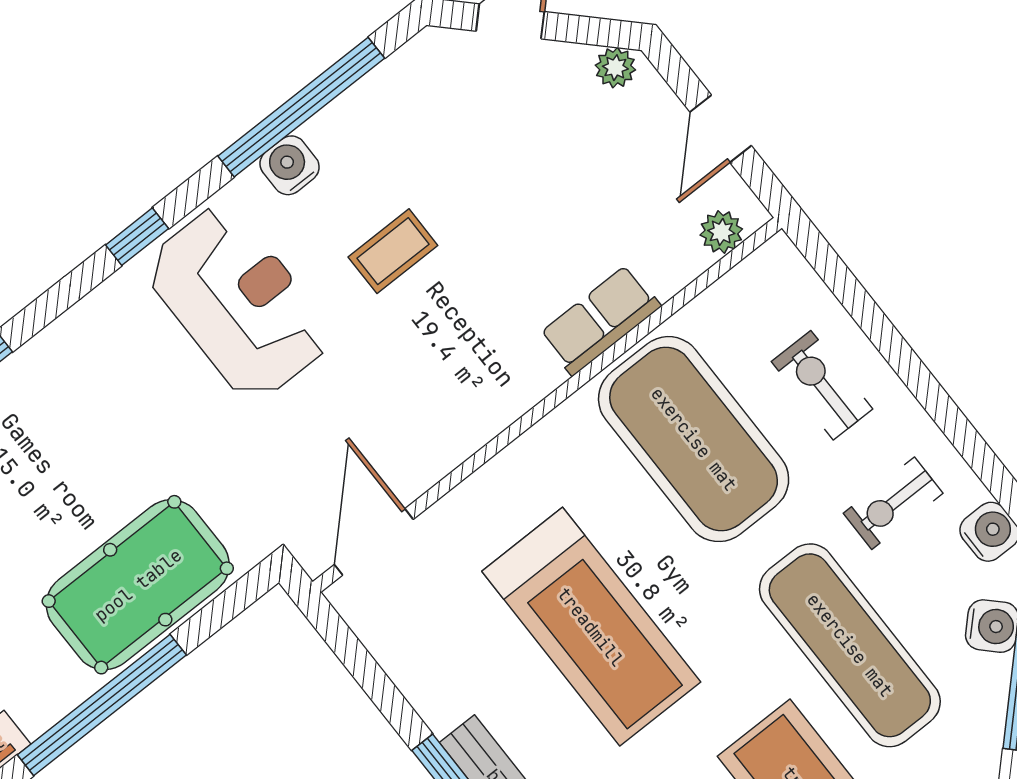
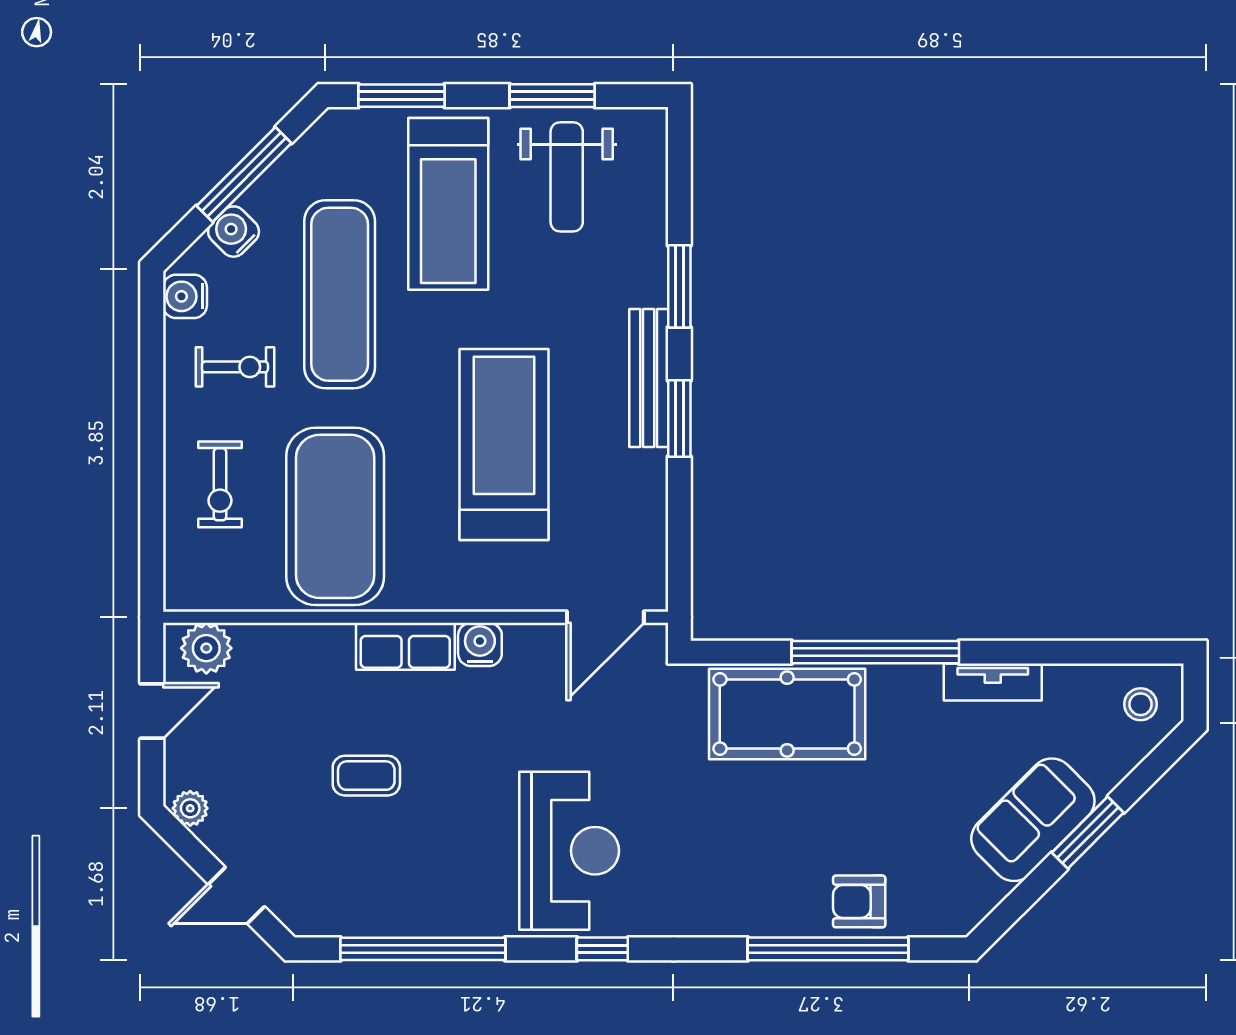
water cooler: (290, 165) -> (480, 644), moved, turned 180
plant: (721, 232) -> (206, 648), width x1.38, depth x1.38
coffee table: (393, 251) -> (366, 776), moved
reception desk: (238, 302) -> (569, 851), turned 180
row of seats: (600, 320) -> (405, 646), moved

